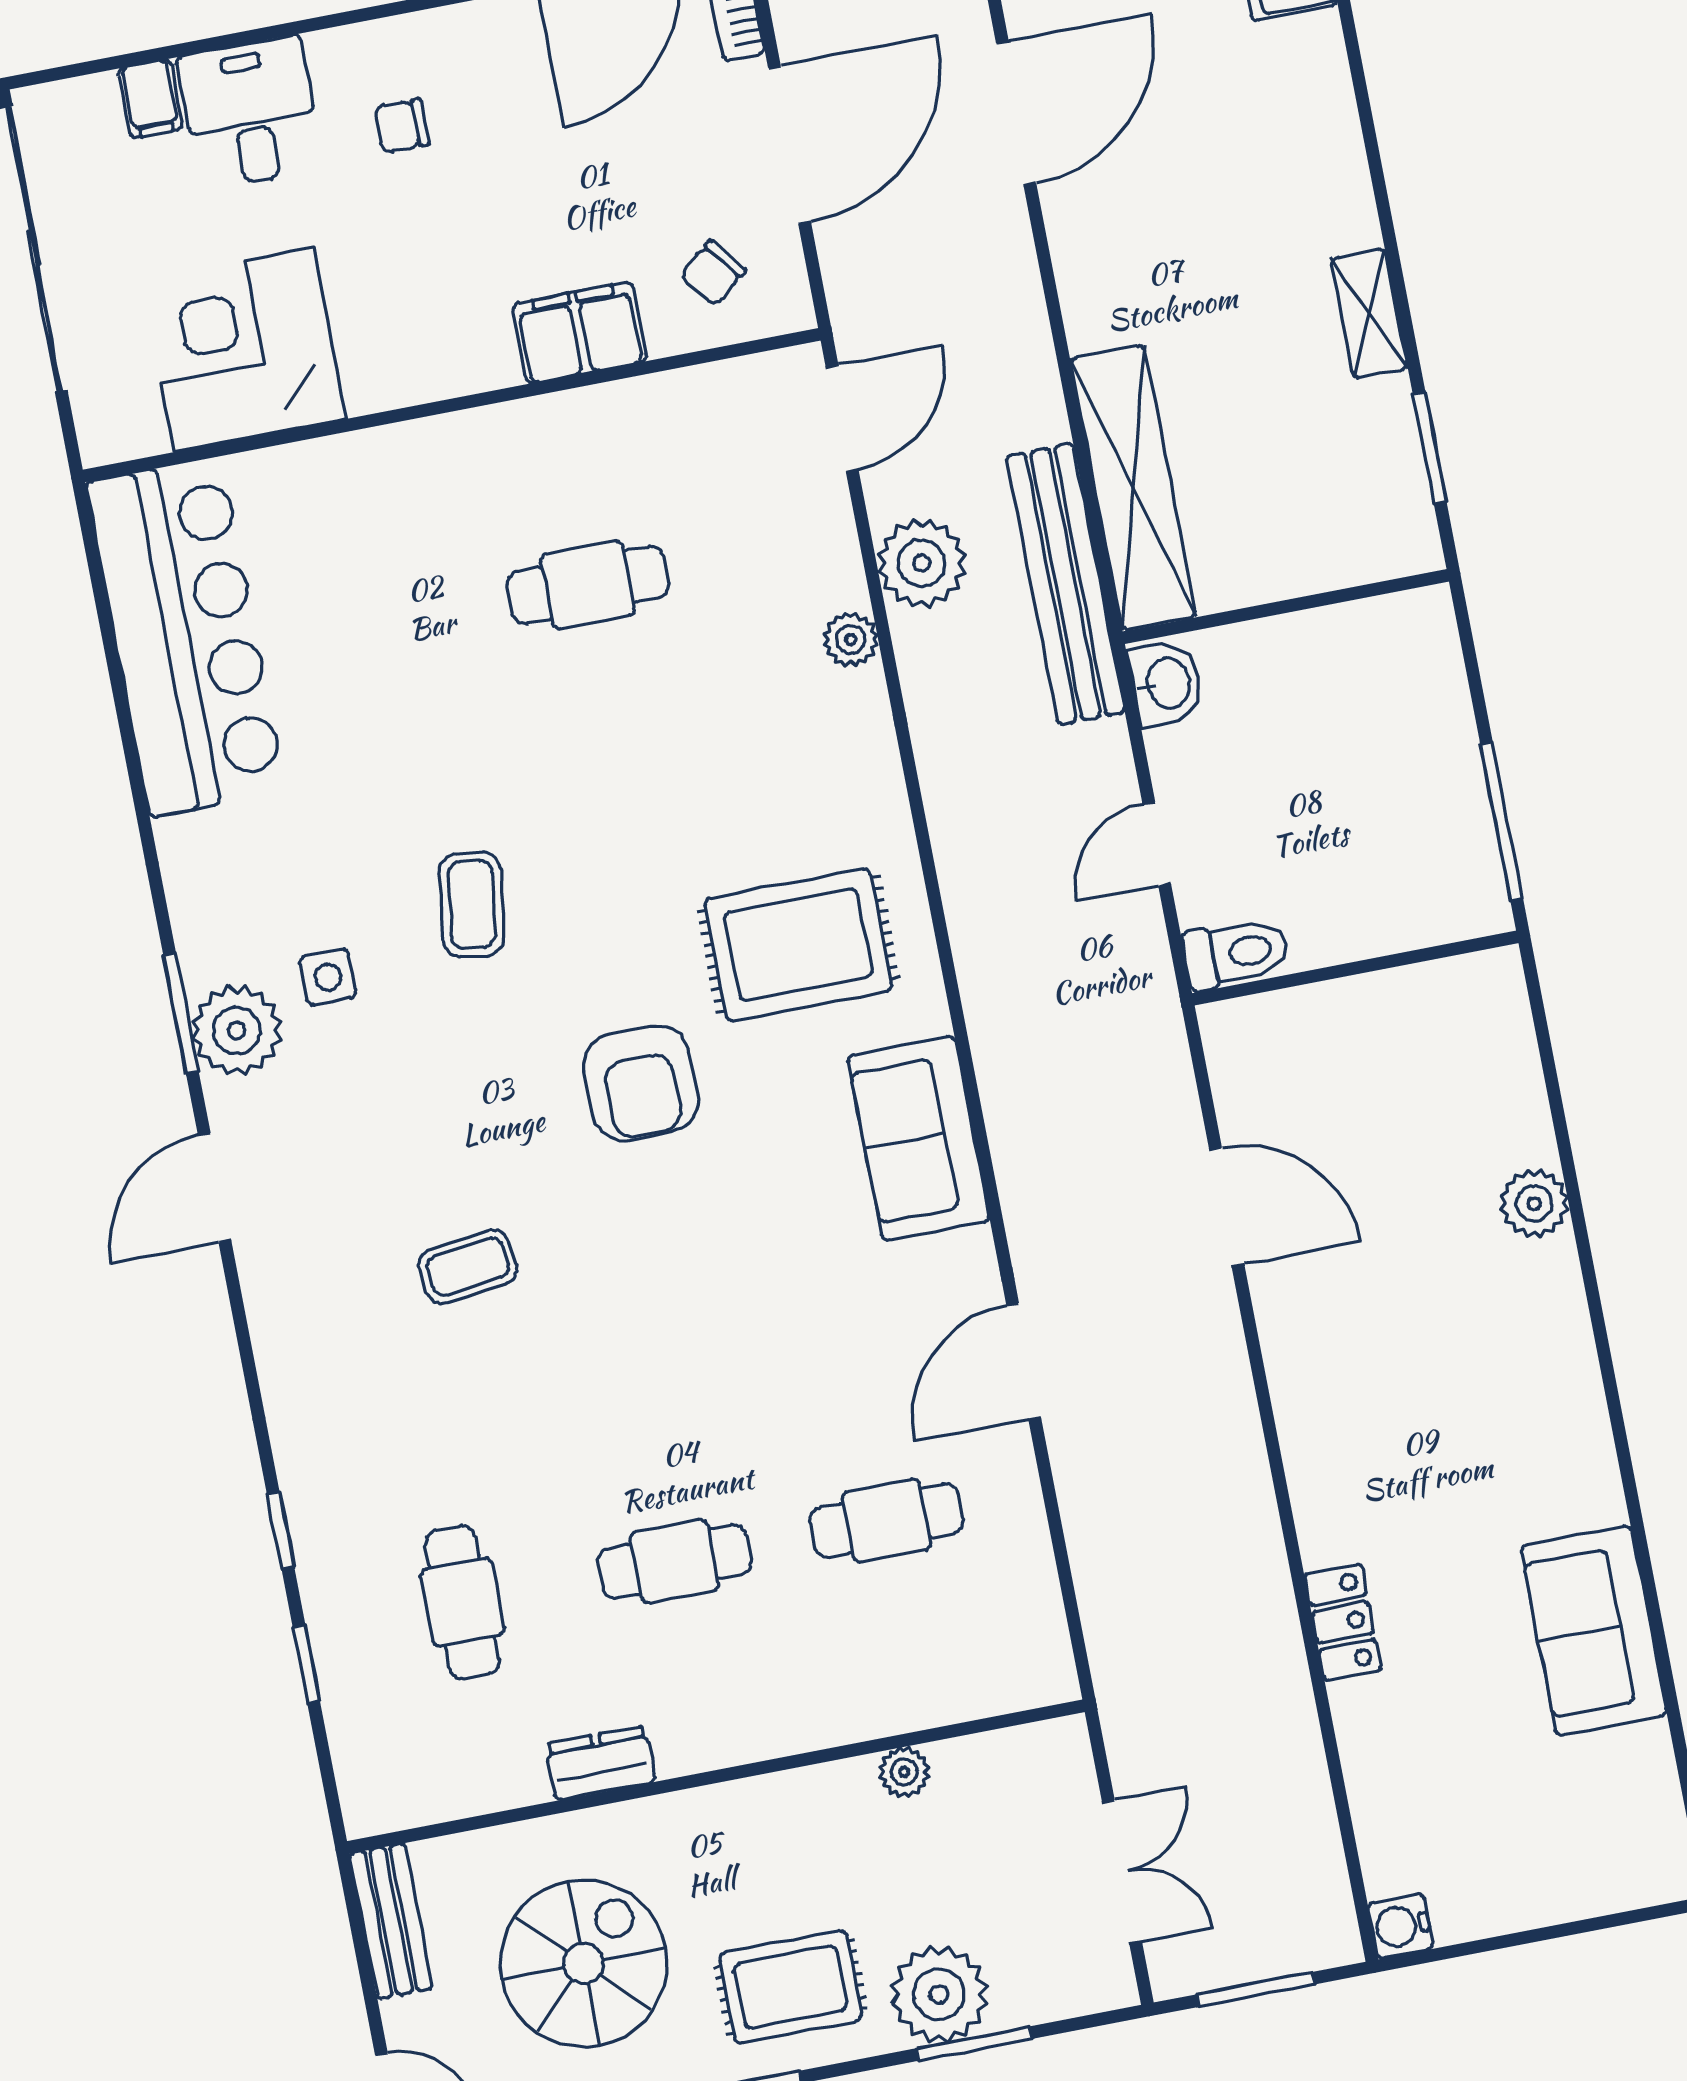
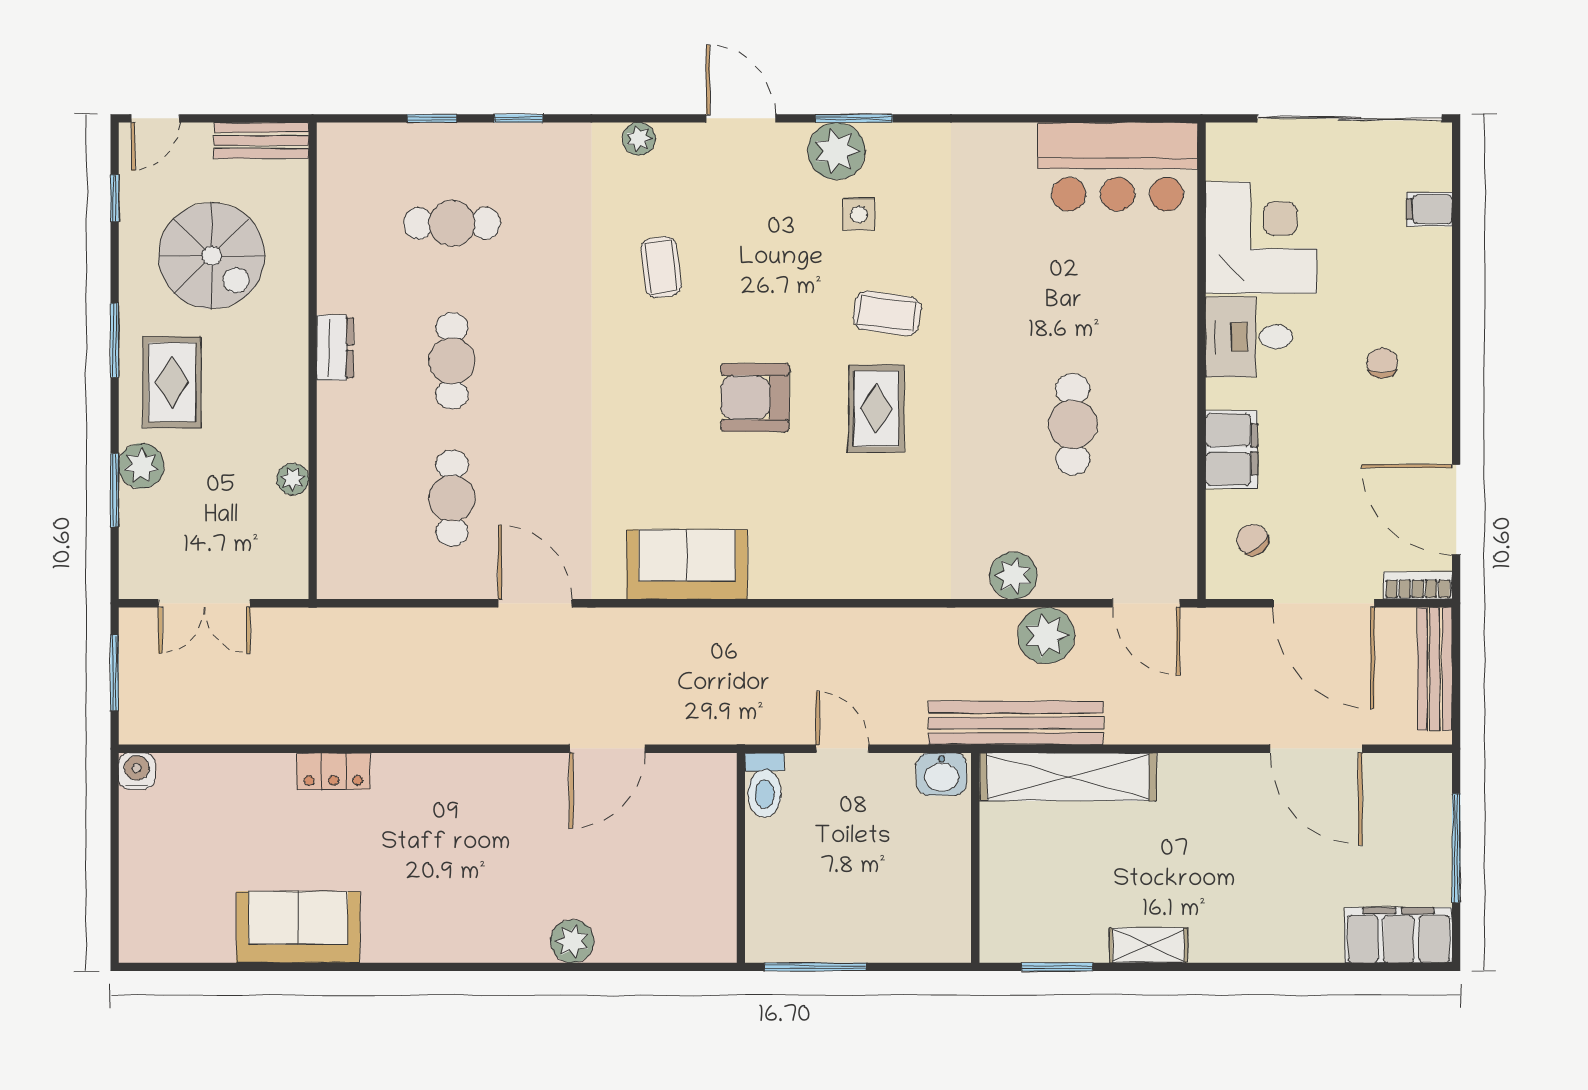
desk: (250, 113) -> (1249, 337), moved, turned 180
bar counter: (186, 637) -> (1118, 167), width x0.73
plant: (851, 639) -> (1013, 576), width x1.38, depth x1.38
rug: (798, 945) -> (876, 409), moved, width x0.73, depth x0.70
plant: (277, 1339) -> (639, 139), added
dresser: (600, 1763) -> (335, 348), moved
plant: (939, 1994) -> (141, 466), width x0.73, depth x0.73

